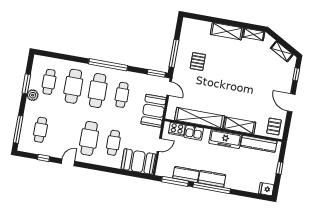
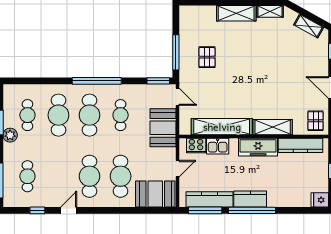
cafe table: (113, 143) -> (121, 176), width x1.37, depth x1.35
kitchen counter: (186, 174) -> (209, 199), width x1.50

